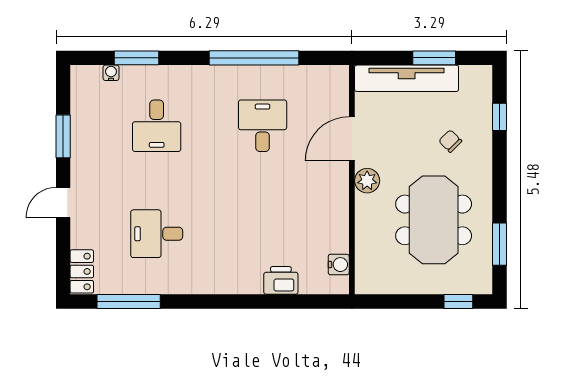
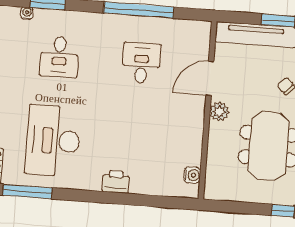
desk: (157, 234) -> (53, 141), width x1.87, depth x1.30
printer: (281, 280) -> (116, 182), moved

